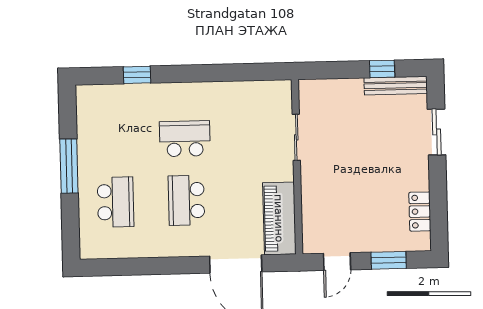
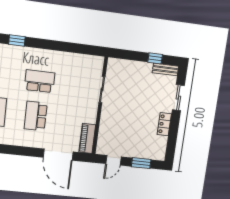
bench: (396, 86) -> (165, 69), width x0.73
locker: (420, 212) -> (164, 124), moved
piano: (279, 218) -> (87, 138), width x0.73, depth x0.75

